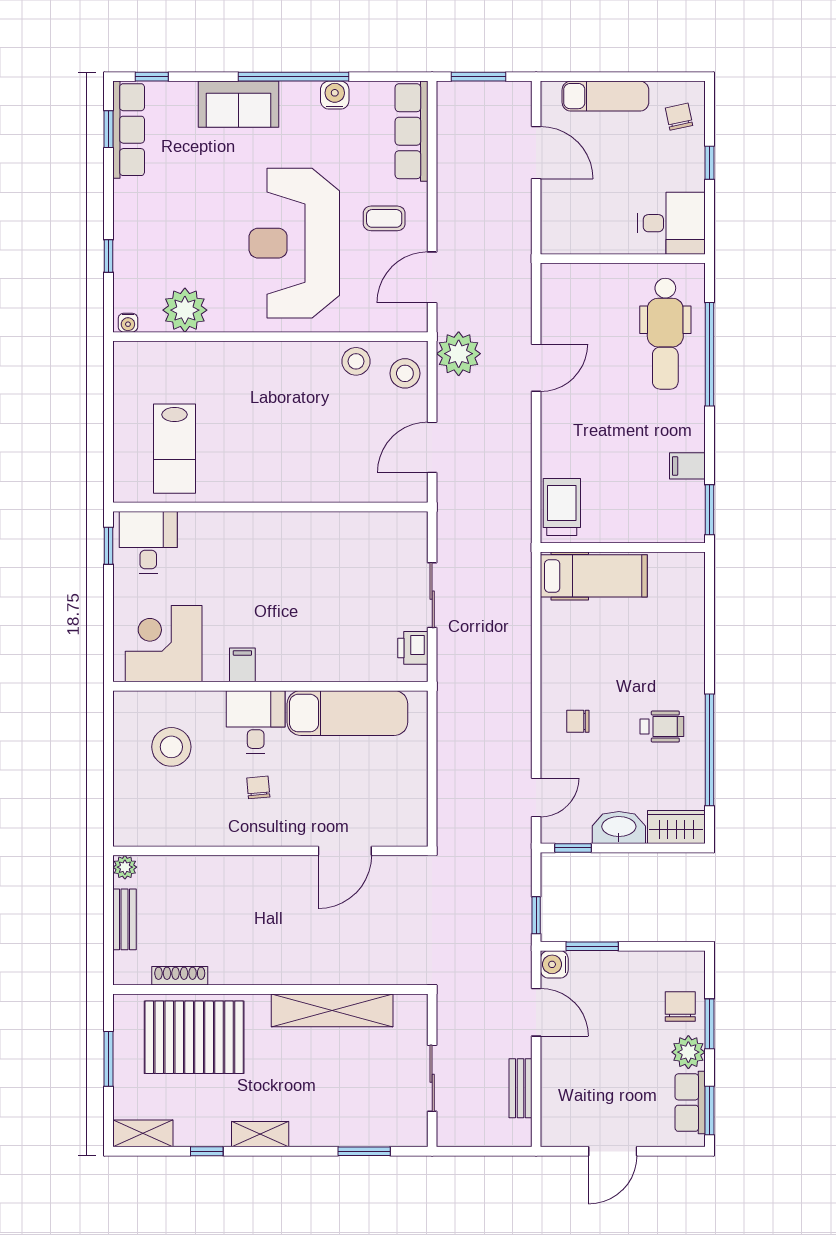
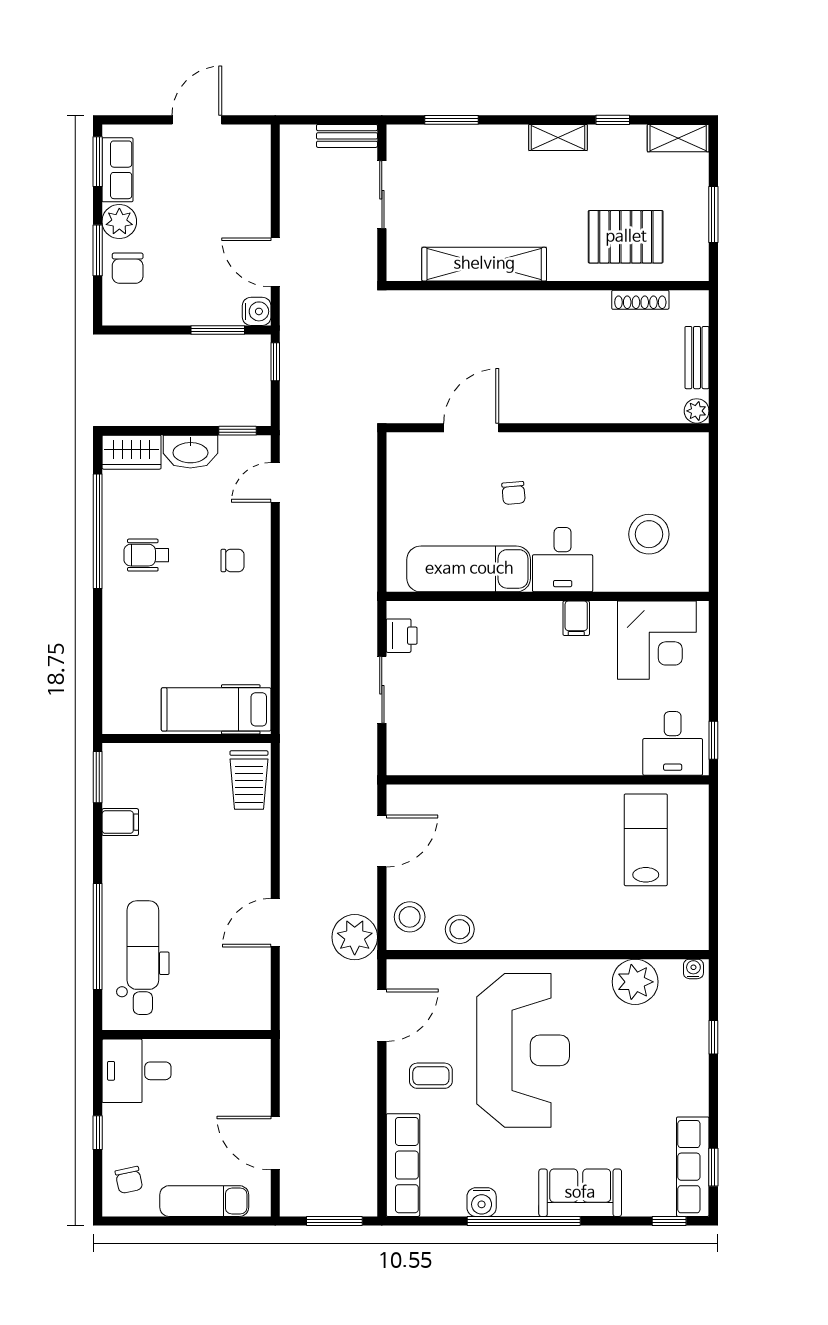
chair: (258, 787) -> (514, 493), moved
pallet: (194, 1037) -> (626, 237), width x0.73, depth x0.71
bench: (520, 1088) -> (347, 136), moved, turned 90

